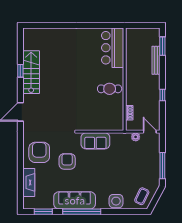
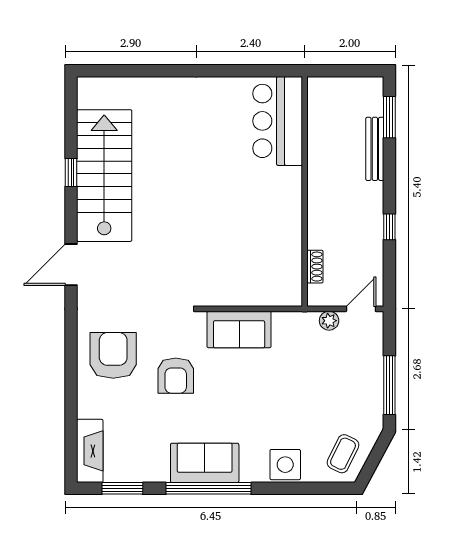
stairs: (31, 72) -> (104, 176), width x1.36, depth x1.51
cafe table: (110, 89) -> (271, 213), removed
door: (150, 132) -> (361, 309), hinge flipped
armchair: (67, 161) -> (176, 376), turned 180
fireplace: (29, 182) -> (90, 451), moved
sofa: (75, 200) -> (205, 463), width x0.73

